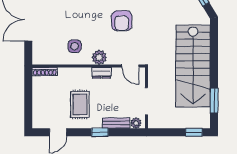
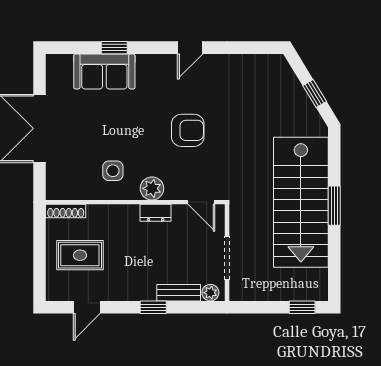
armchair: (122, 21) -> (188, 130), turned -90
window: (214, 101) -> (334, 206), moved
rug: (80, 104) -> (80, 255), moved, turned 90

